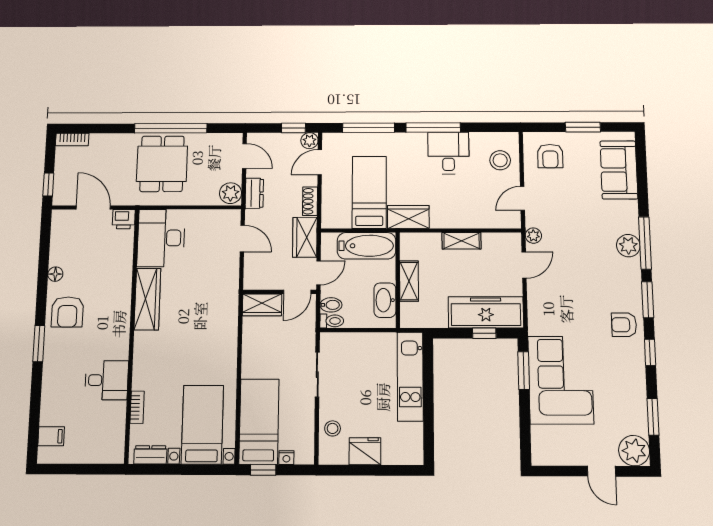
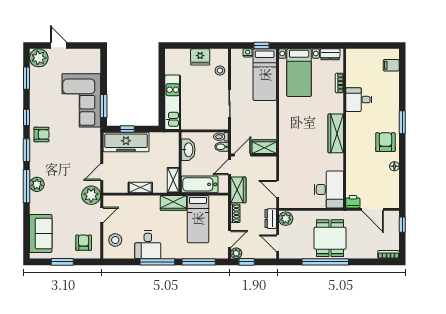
plant: (533, 236) -> (91, 195), width x1.88, depth x1.88
shelving: (409, 281) -> (173, 180), moved
wardrobe: (147, 299) -> (336, 133), moved

